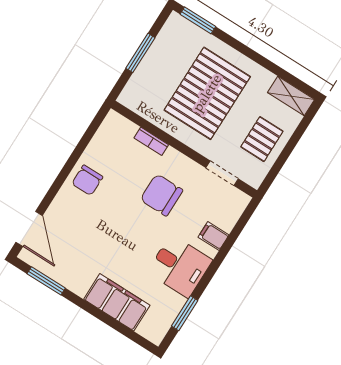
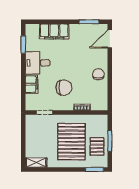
pallet: (262, 139) -> (97, 146), moved
door: (29, 229) -> (110, 39), hinge flipped
filing cabinet: (214, 236) -> (32, 84), width x2.00

